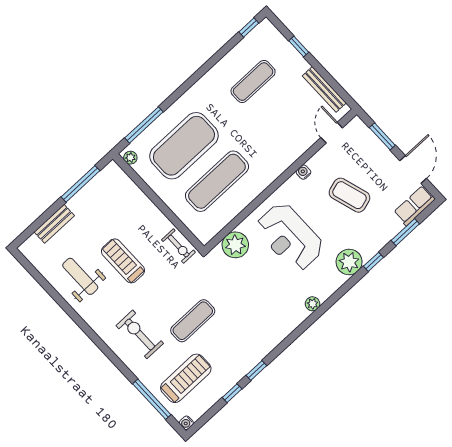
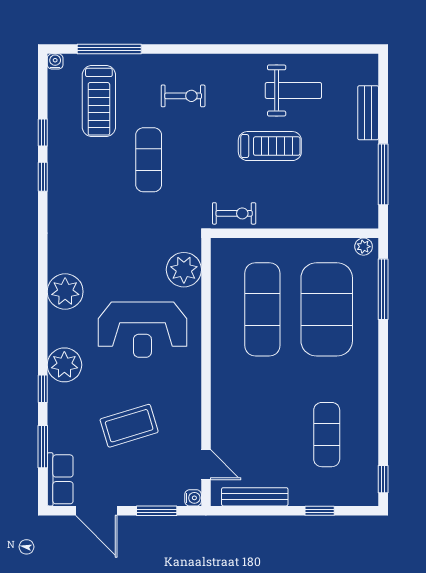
water cooler: (303, 172) -> (193, 498), moved
reception desk: (290, 237) -> (142, 330), turned 180
exercise bike: (178, 246) -> (234, 213), turned 180
plant: (313, 304) -> (65, 292), width x1.88, depth x1.88
exercise bike: (140, 334) -> (183, 96), width x0.73, depth x0.72

